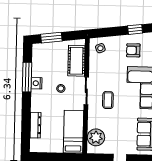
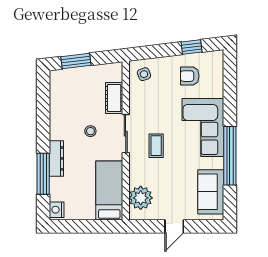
cot: (76, 61) -> (114, 98), width x0.73, depth x0.75
window: (27, 77) -> (43, 174), moved
nightstand: (37, 83) -> (57, 210), moved
dresser: (35, 125) -> (56, 158), moved

